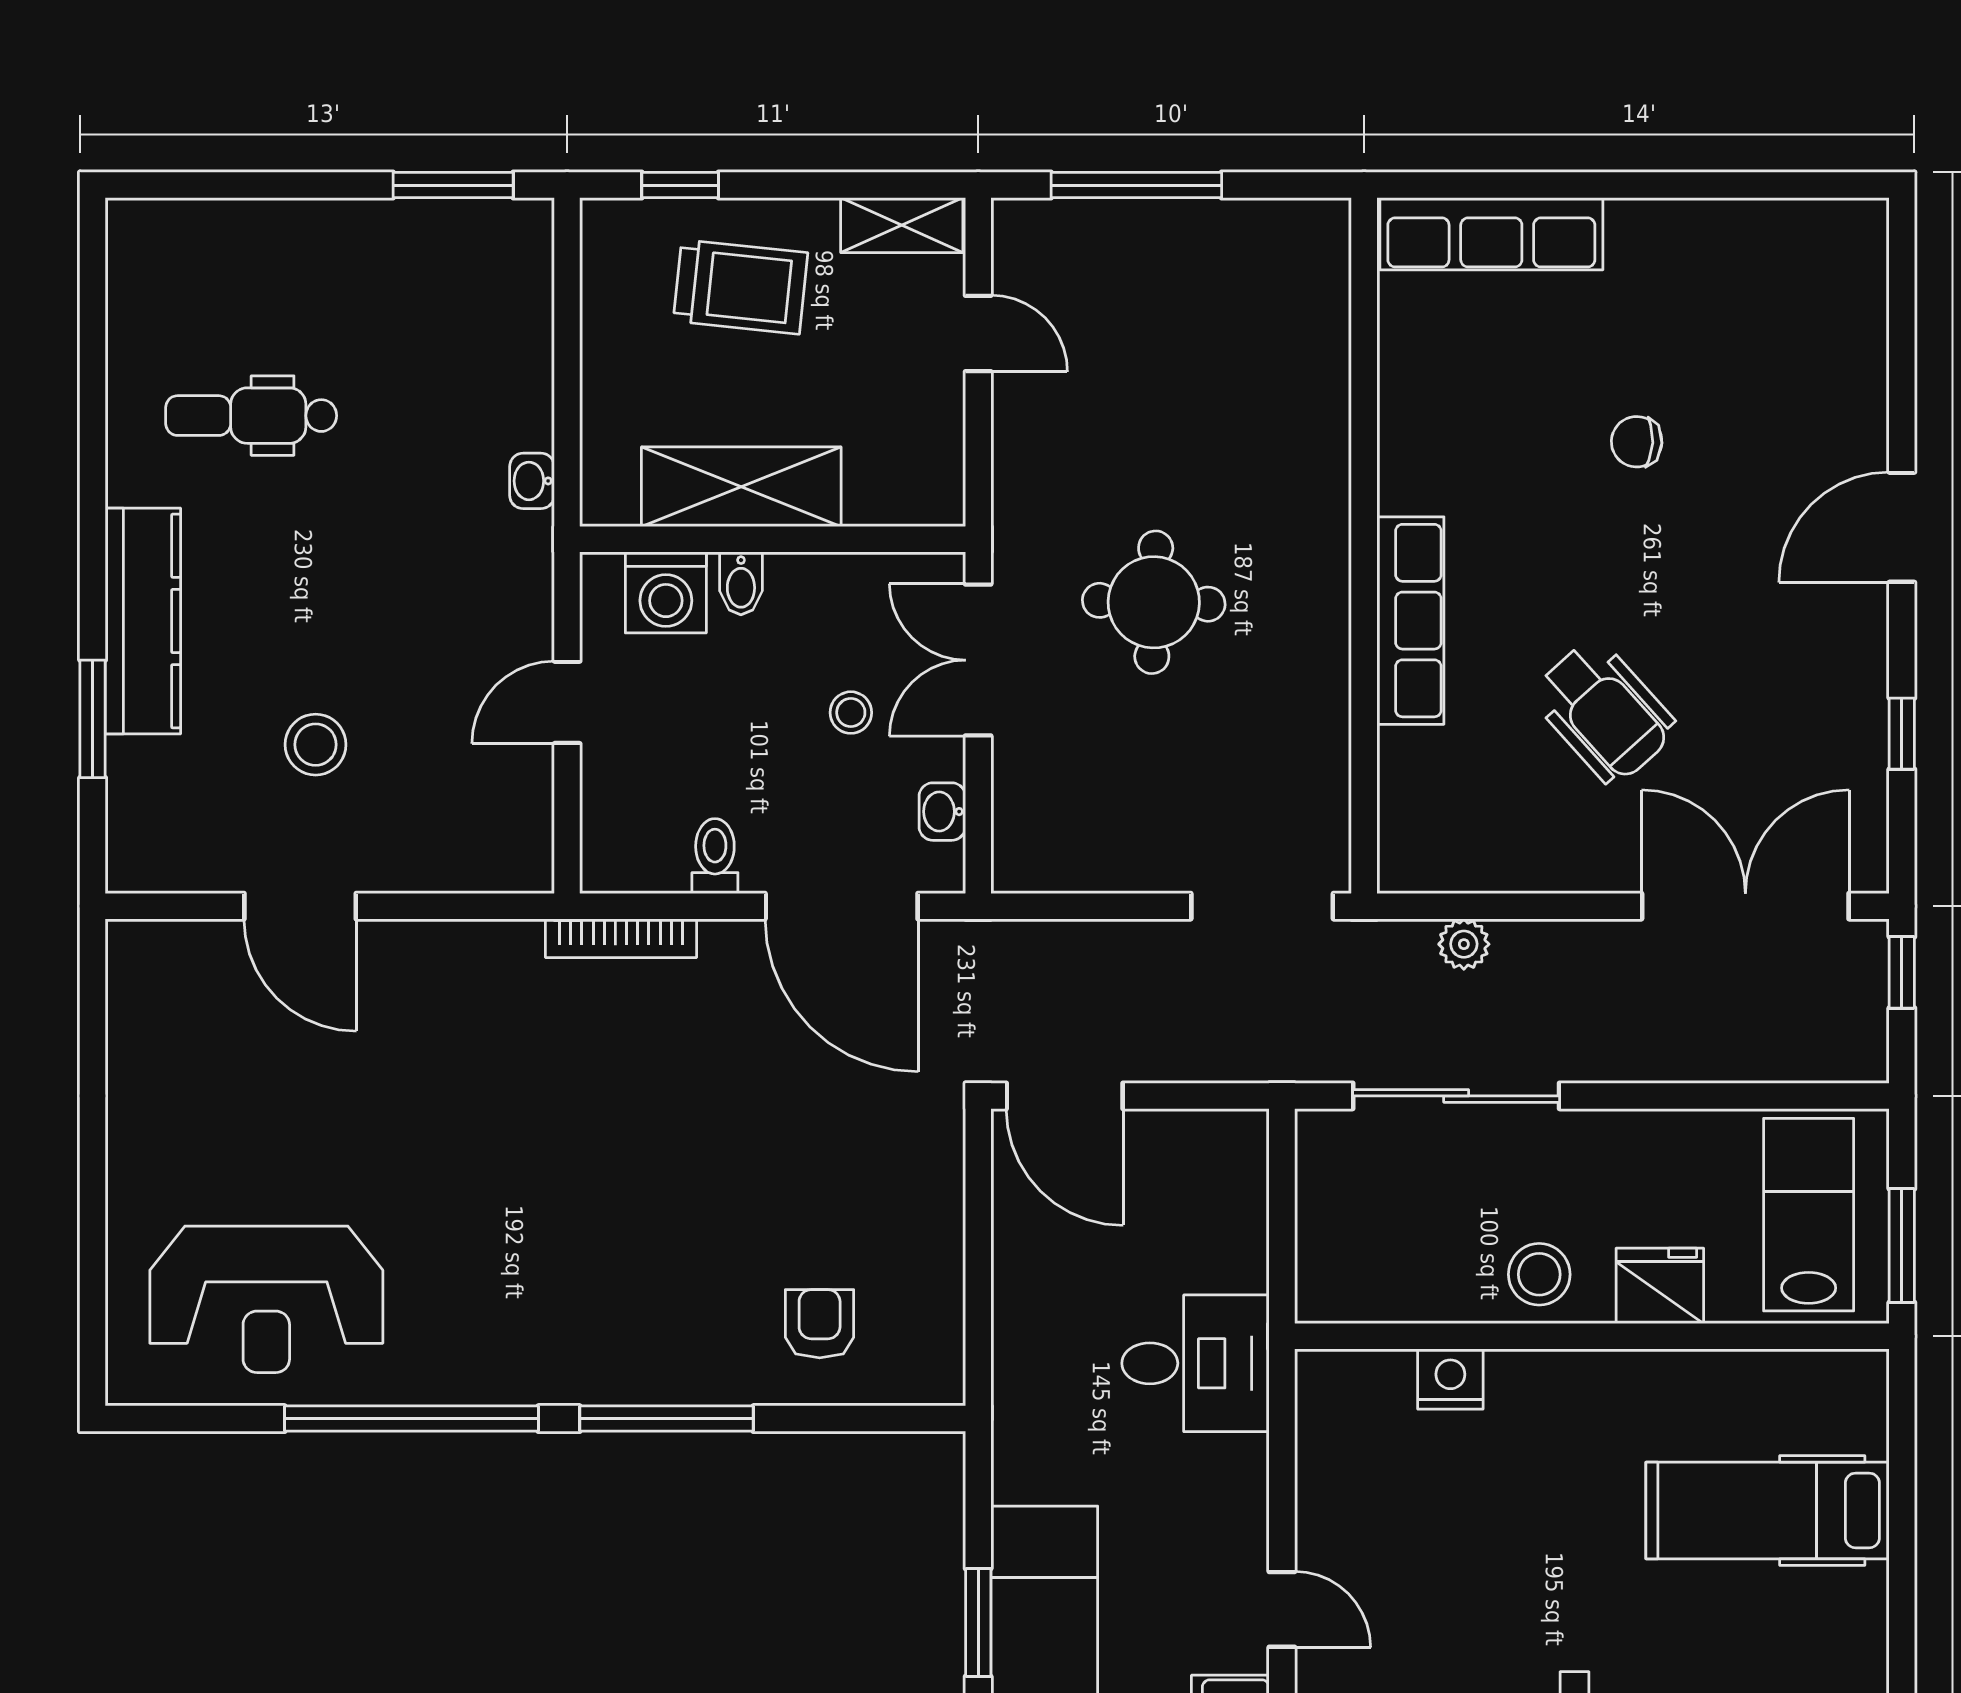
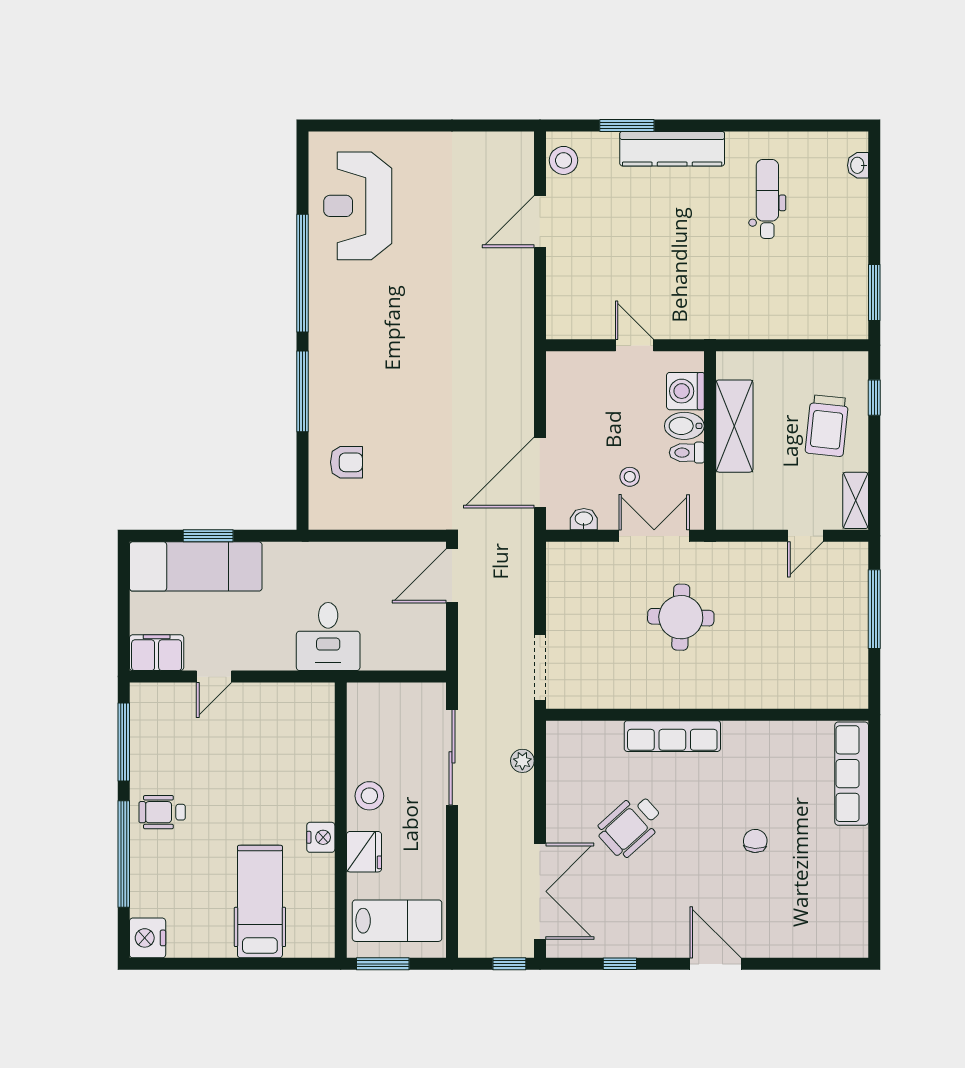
washbasin: (532, 481) -> (858, 165), moved, turned -90
bidet: (741, 583) -> (684, 426), width x1.38, depth x1.36
stool: (316, 745) -> (564, 160), moved
toilet: (715, 856) -> (687, 453), moved, turned 180
bookcase: (621, 938) -> (525, 370), removed
nightstand: (1450, 1379) -> (321, 837), moved

